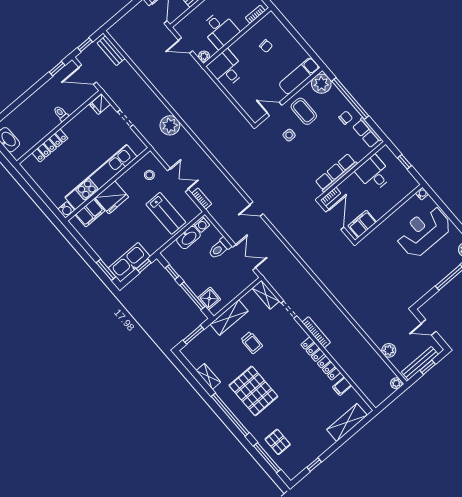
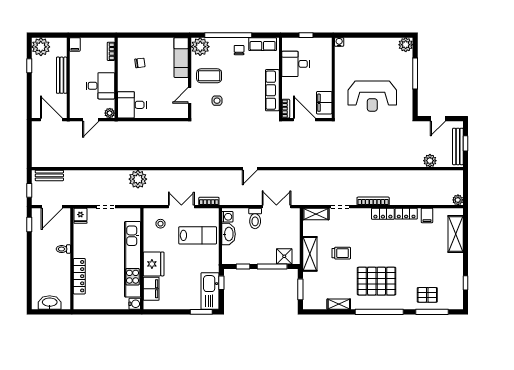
reception desk: (424, 231) -> (372, 96), moved, turned -90
plant: (396, 383) -> (458, 200), moved

